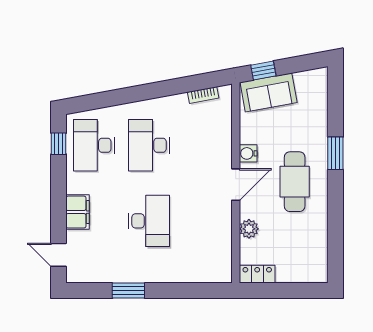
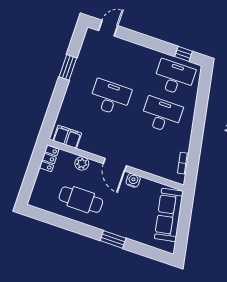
window: (263, 70) -> (186, 210), removed
sofa: (269, 92) -> (169, 215), width x1.36
cafe table: (295, 182) -> (81, 200), moved
filing cabinet: (78, 212) -> (67, 137), moved, turned 180
desk: (149, 221) -> (110, 97), turned 180

